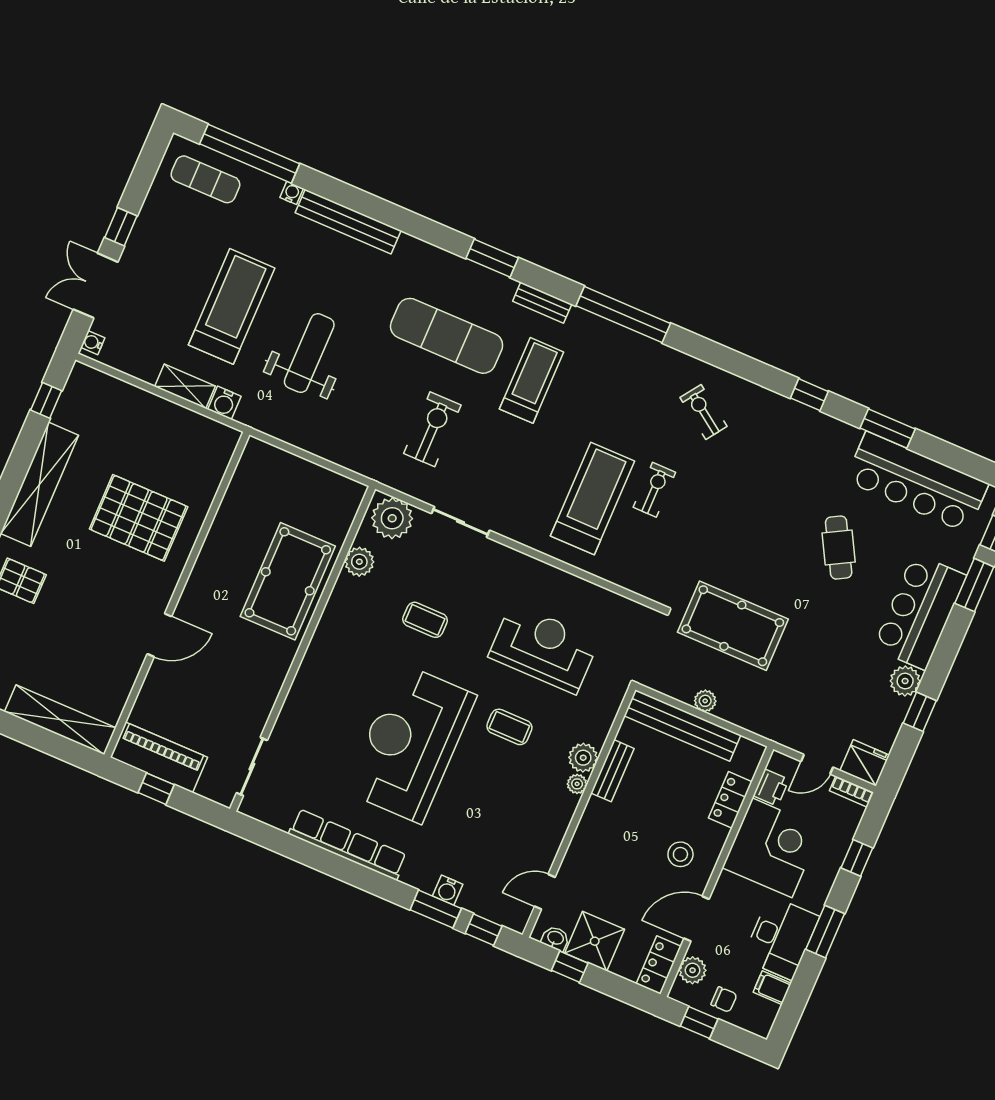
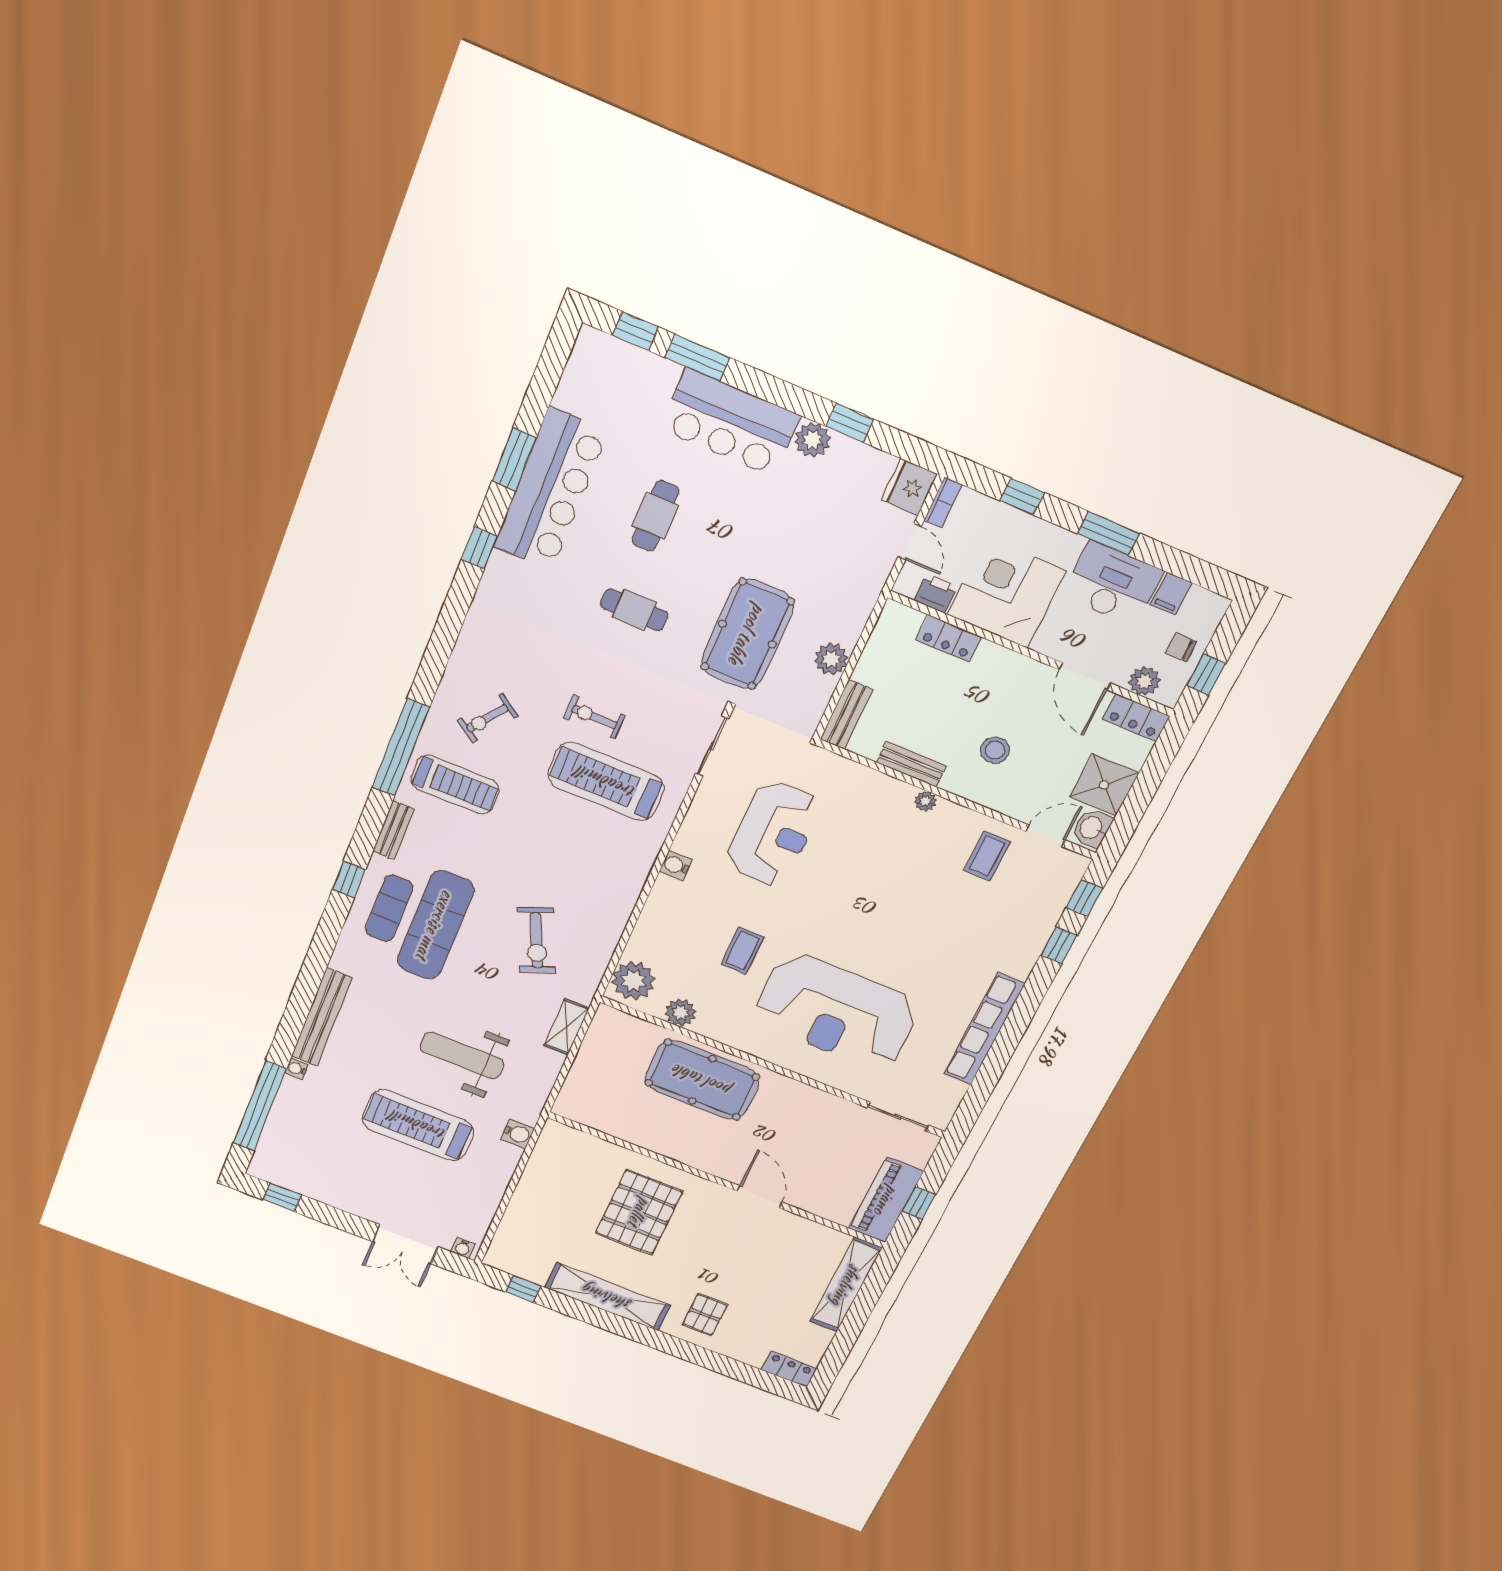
exercise mat: (205, 179) -> (389, 908), moved
window: (121, 227) -> (282, 1197), moved
window: (492, 258) -> (349, 879), width x0.67
treadmill: (532, 380) -> (455, 785), moved, turned 180
shelving: (185, 386) -> (566, 1027), moved
exercise bike: (703, 412) -> (487, 718), moved
exercise bike: (432, 429) -> (537, 940), turned -113
bar counter: (917, 482) -> (550, 489), moved
sliding door: (460, 522) -> (712, 746), moved
cafe table: (754, 527) -> (634, 610), added
cafe table: (839, 548) -> (655, 516), turned -61
reception desk: (544, 648) -> (773, 833), turned 180
plant: (705, 701) -> (831, 659), width x1.38, depth x1.38
bench: (682, 725) -> (846, 715), width x0.54, depth x0.82
coffee table: (509, 727) -> (987, 856), moved
reception desk: (411, 743) -> (837, 1011), moved
plant: (583, 758) -> (896, 794), removed
stool: (680, 854) -> (995, 750), moved
water cooler: (448, 890) -> (676, 865), moved, turned 180
door: (545, 892) -> (1045, 836), swing flipped
window: (436, 909) -> (1059, 945), width x0.67
washbasin: (555, 938) -> (1092, 828), width x1.38, depth x1.45
window: (570, 967) -> (1132, 811), removed
chair: (724, 999) -> (1181, 647), turned -90

